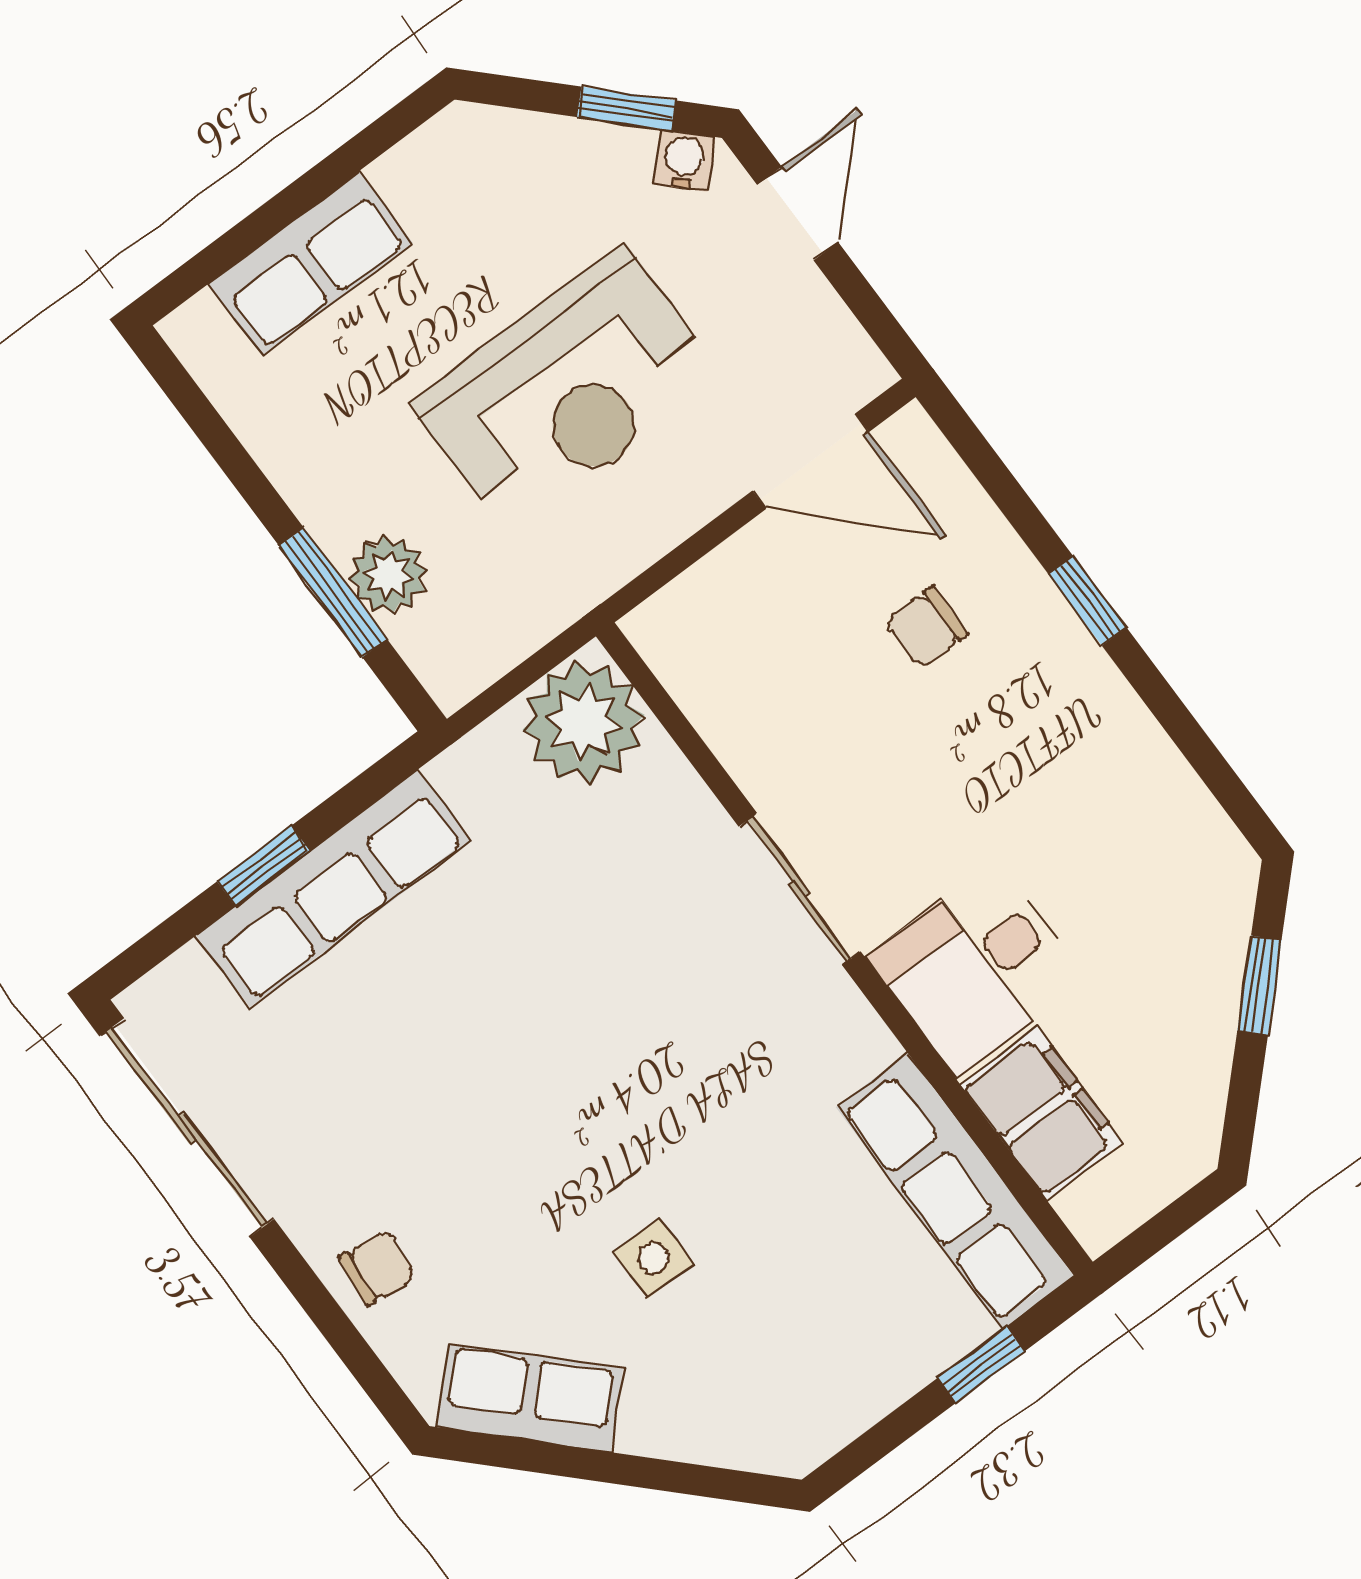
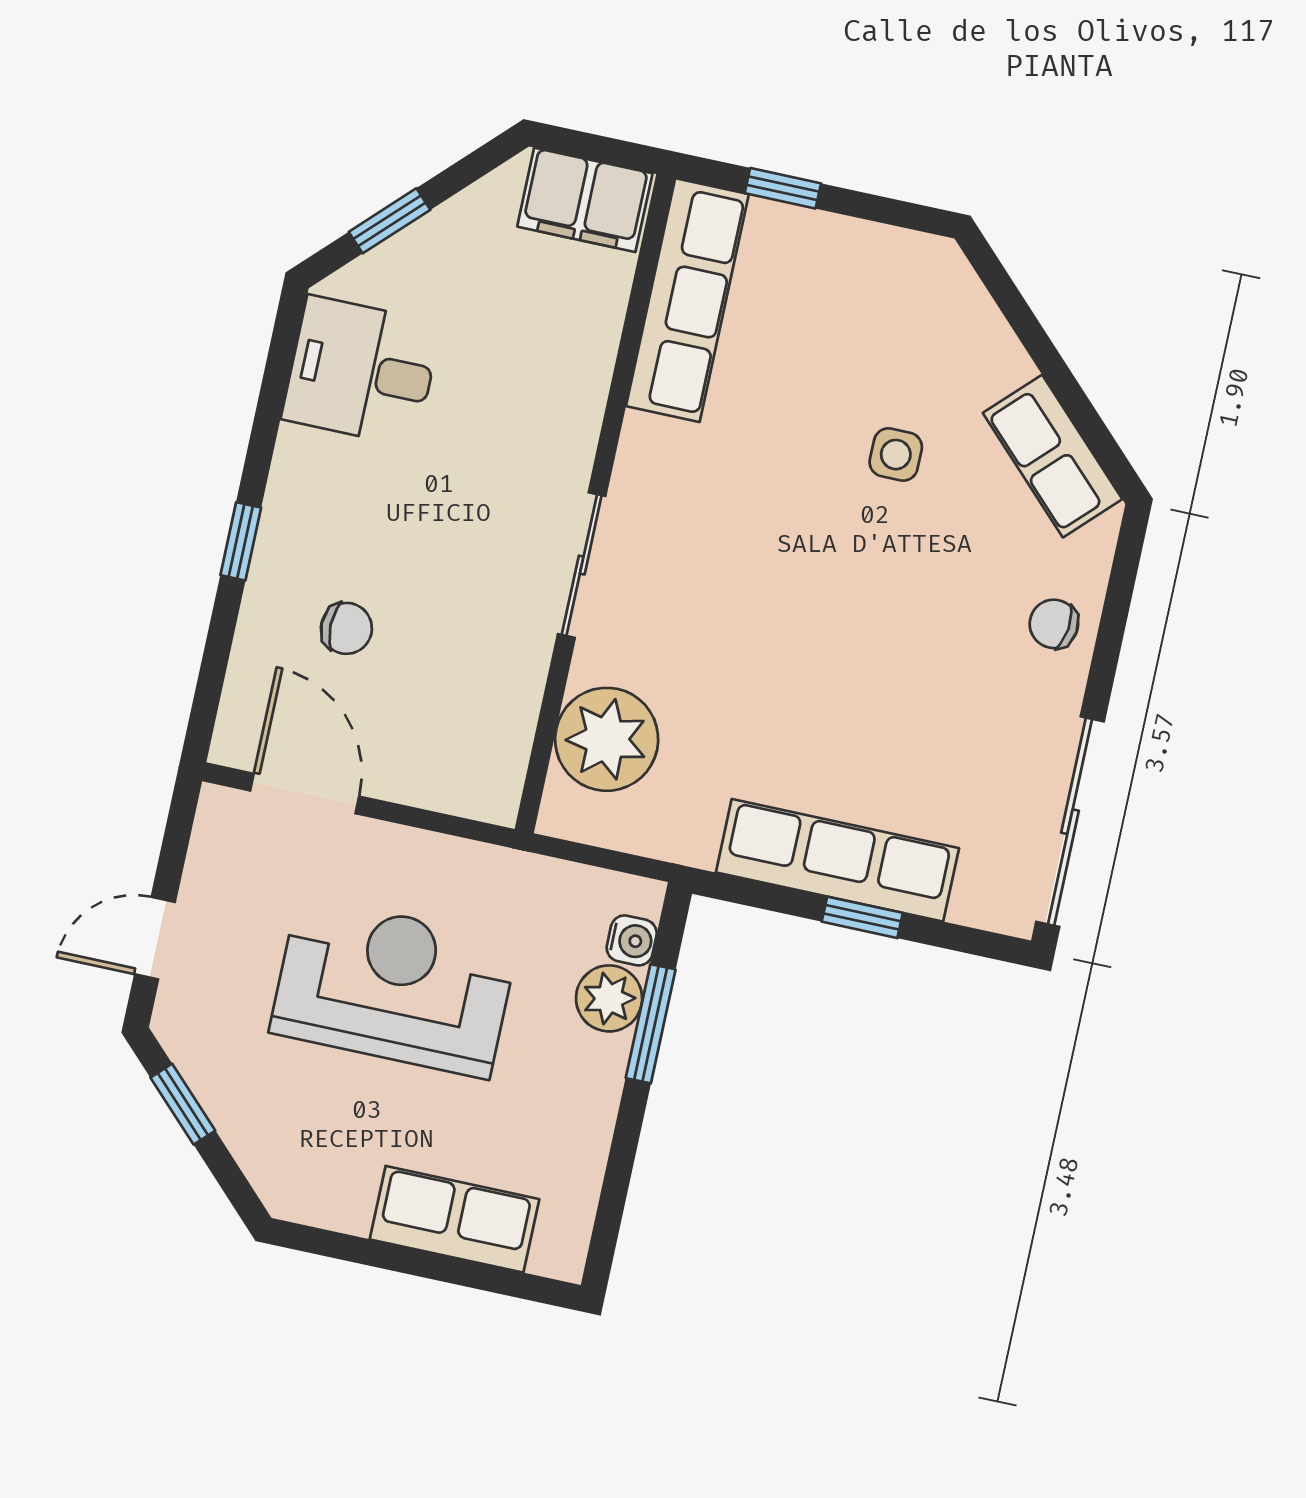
water cooler: (684, 160) -> (632, 940), moved, turned -135
plant: (584, 722) -> (607, 739), moved
desk: (977, 969) -> (361, 371), moved, turned 180
filing cabinet: (1042, 1113) -> (585, 200), moved, turned -90

